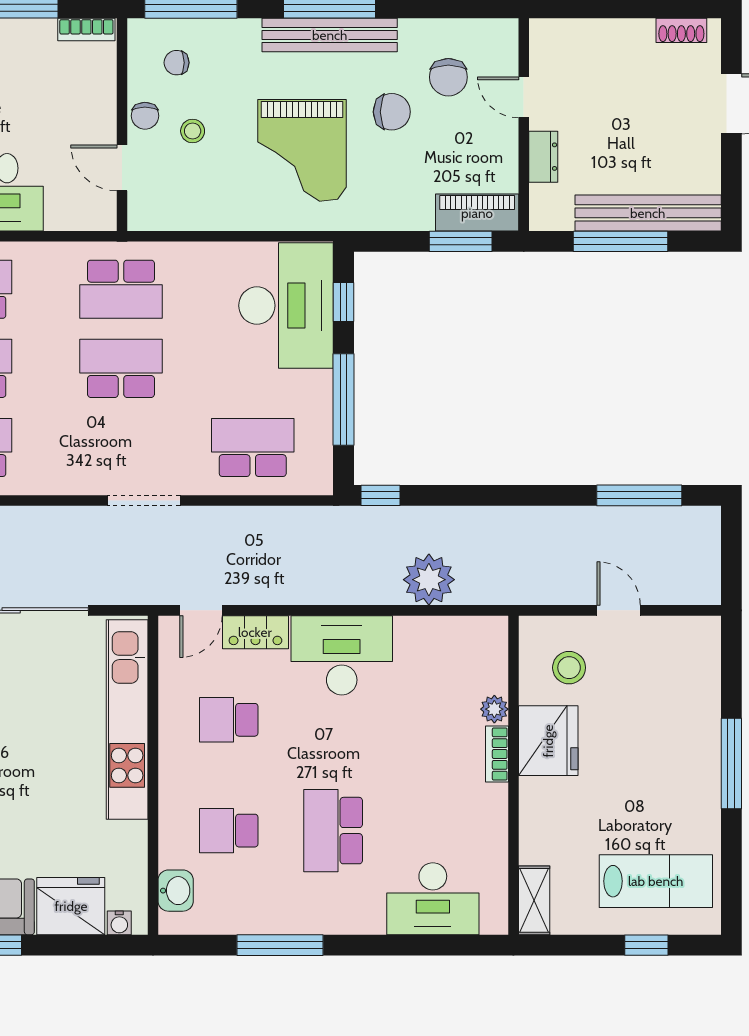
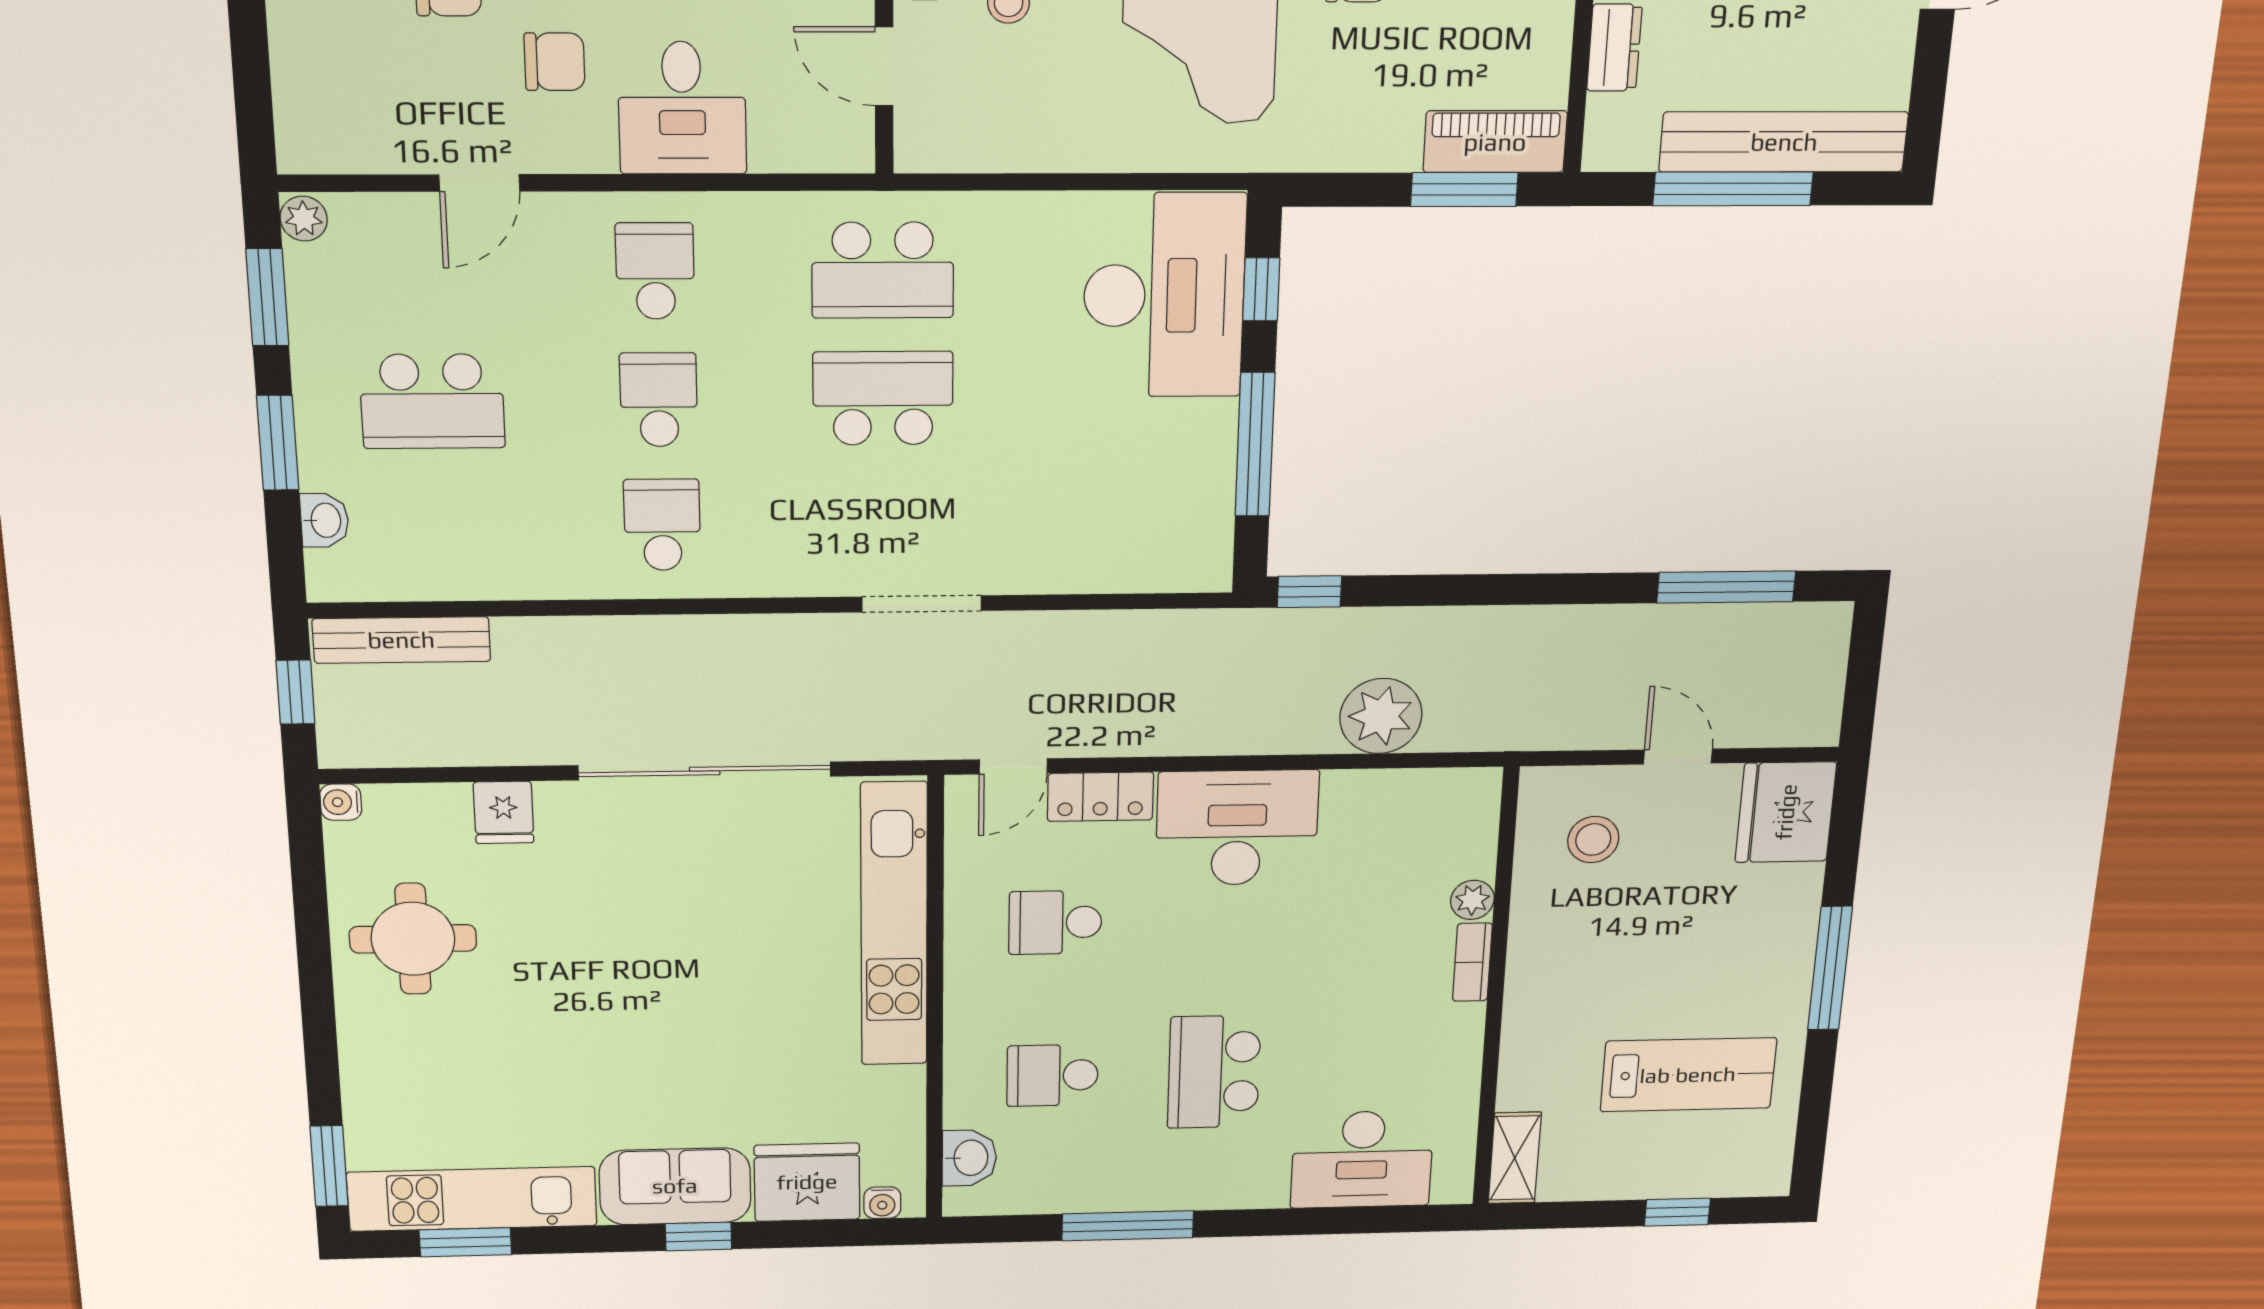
school desk: (253, 447) -> (1102, 521), removed
fridge: (548, 741) -> (1786, 812), moved, turned 180
lab bench: (656, 881) -> (1688, 1075), moved

